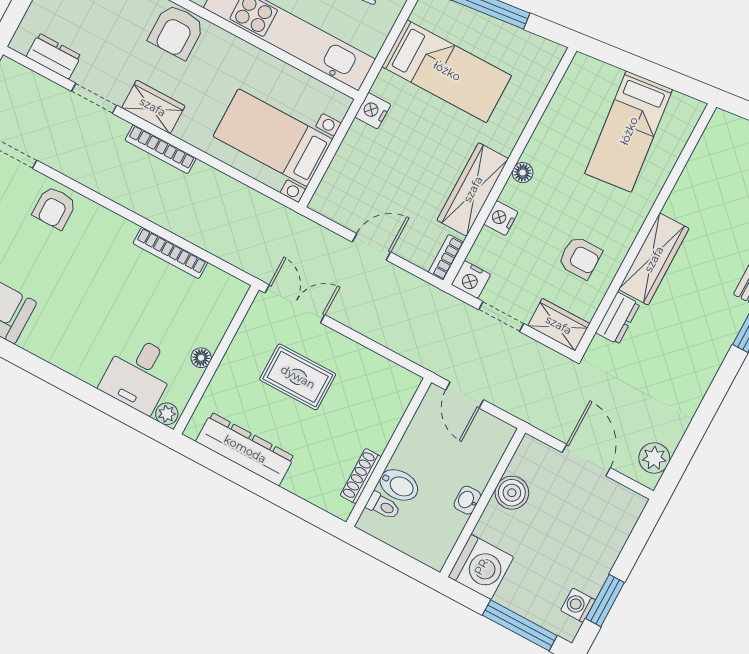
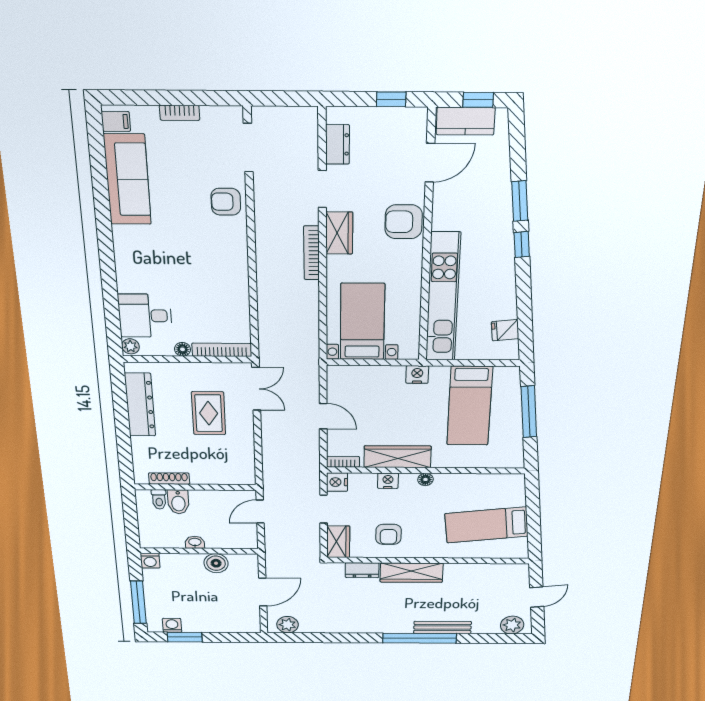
bookcase: (170, 253) -> (222, 350), moved, turned 90
washing machine: (481, 567) -> (150, 561), width x0.53, depth x0.53

